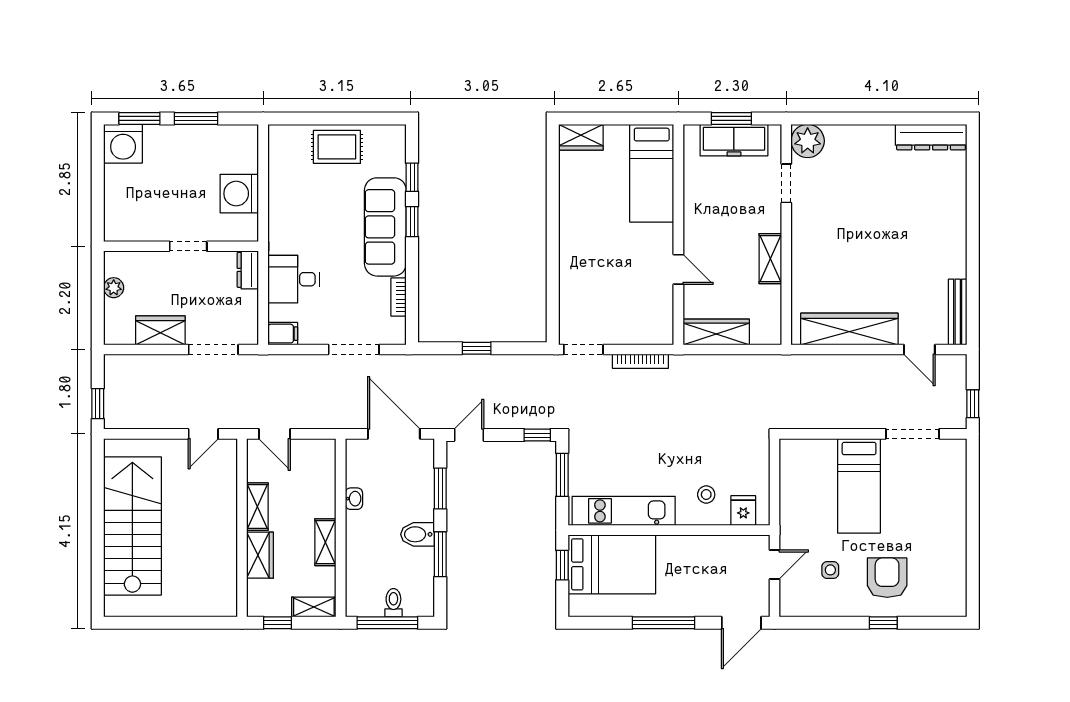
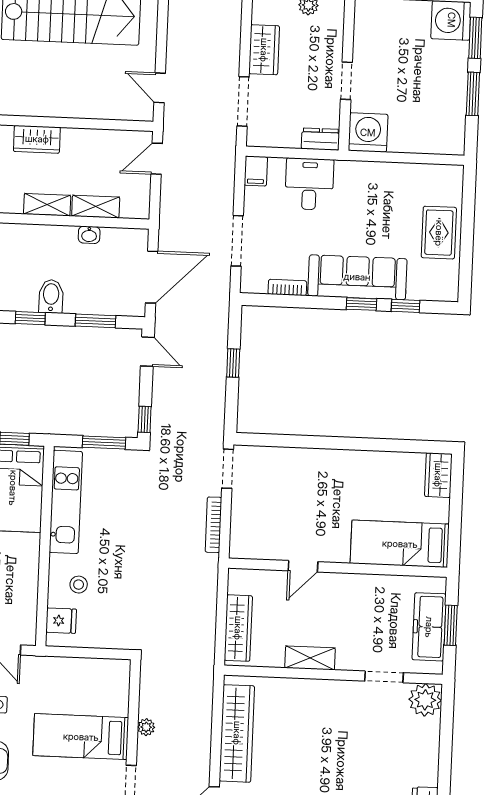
washing machine: (239, 194) -> (368, 133), moved
wardrobe: (716, 332) -> (238, 628), moved
plant: (847, 420) -> (146, 727), added
shelving: (257, 507) -> (96, 207), moved
window: (440, 554) -> (30, 318), width x0.67

